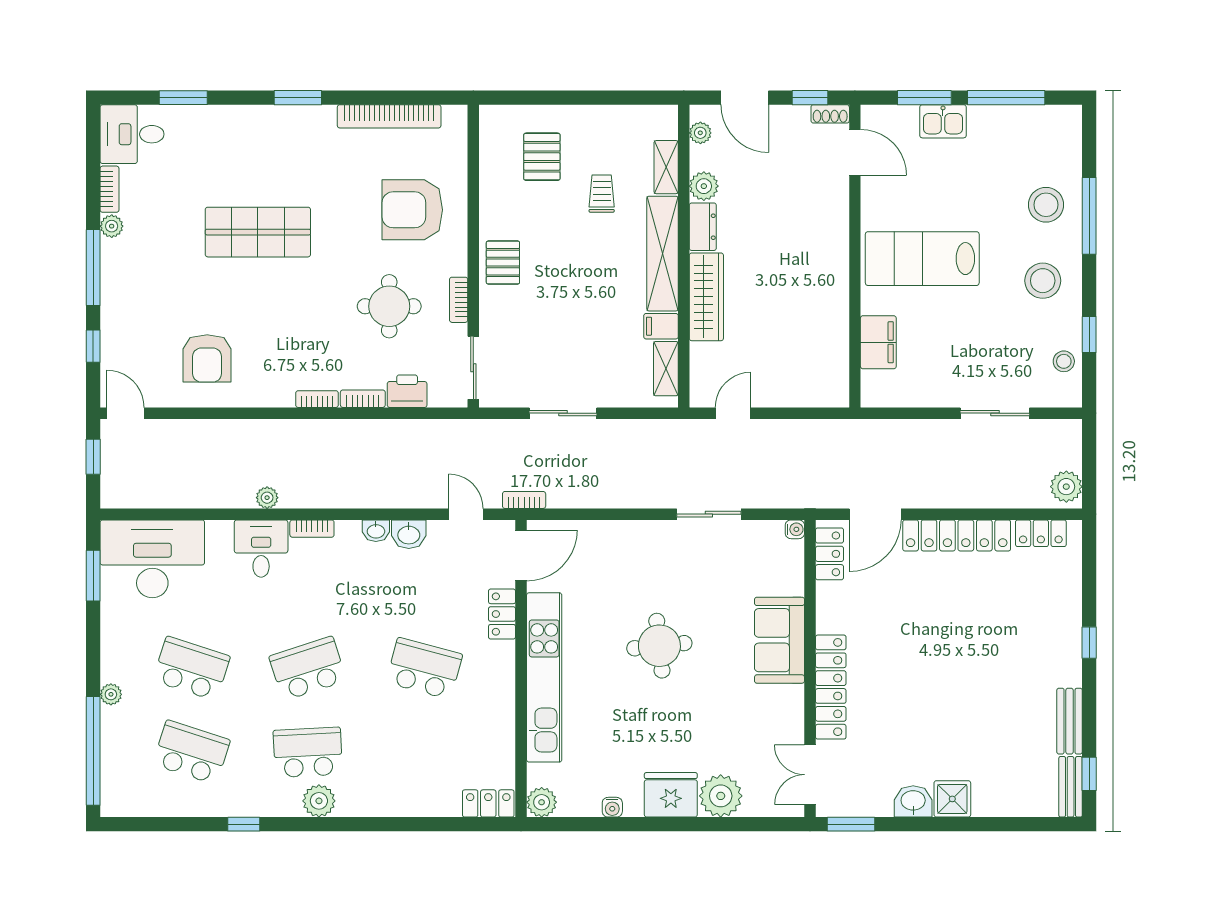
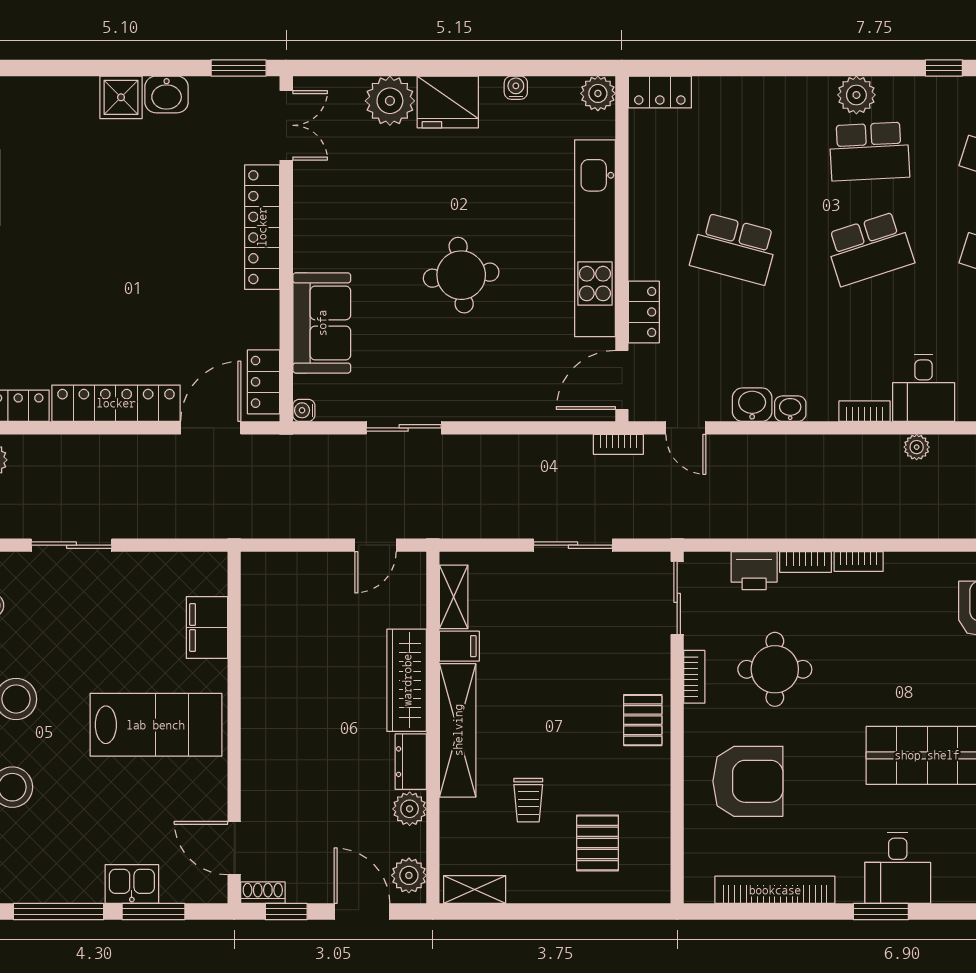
plant: (700, 133) -> (409, 875), width x1.38, depth x1.38
desk: (283, 135) -> (898, 868), added
shelving: (666, 167) -> (475, 889), moved, turned 90
sofa: (779, 640) -> (322, 323), moved

